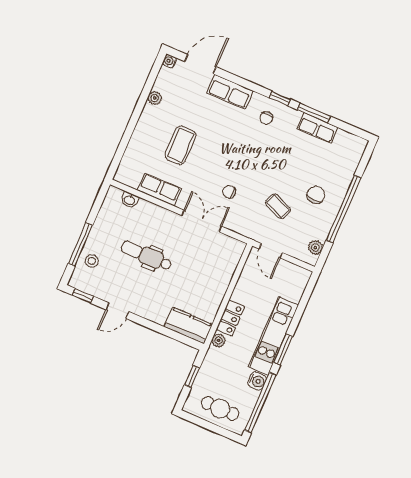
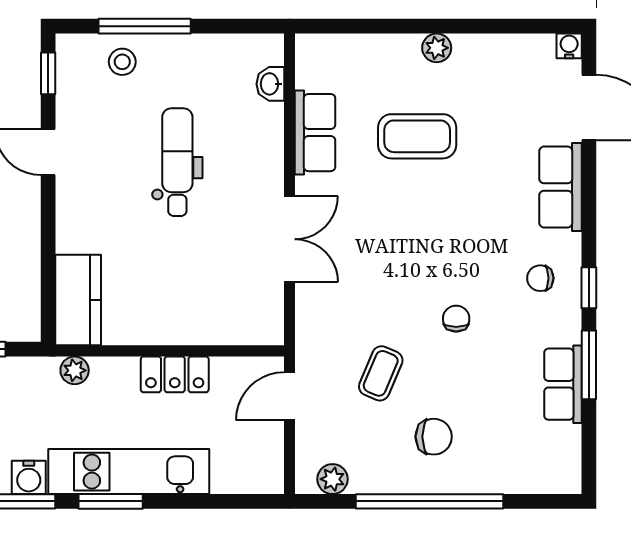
plant: (155, 98) -> (437, 48), moved
chair: (229, 192) -> (456, 319), moved
locker: (230, 318) -> (175, 374), moved

